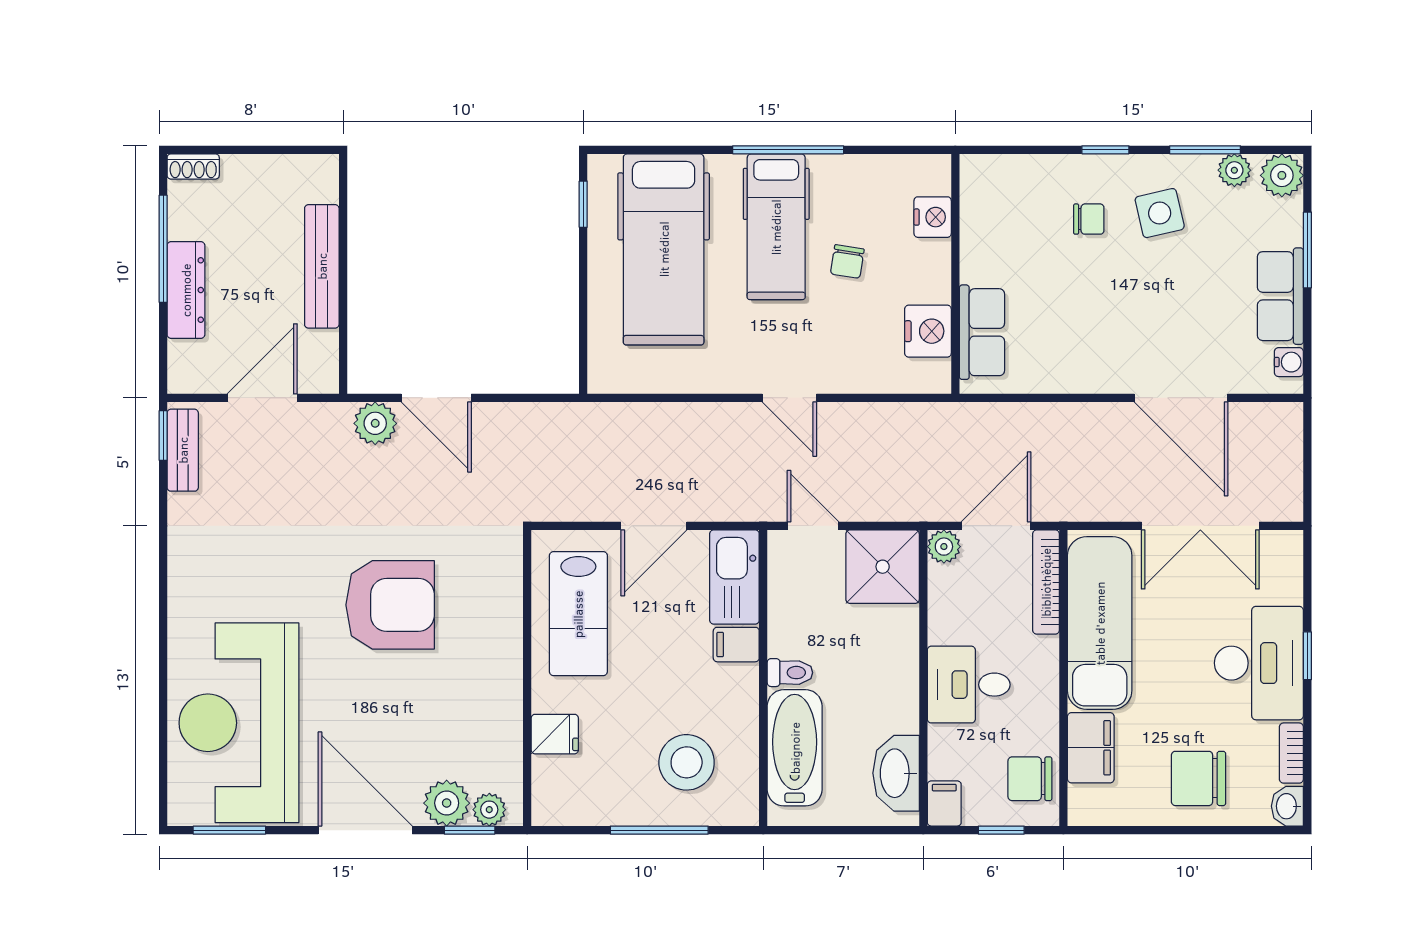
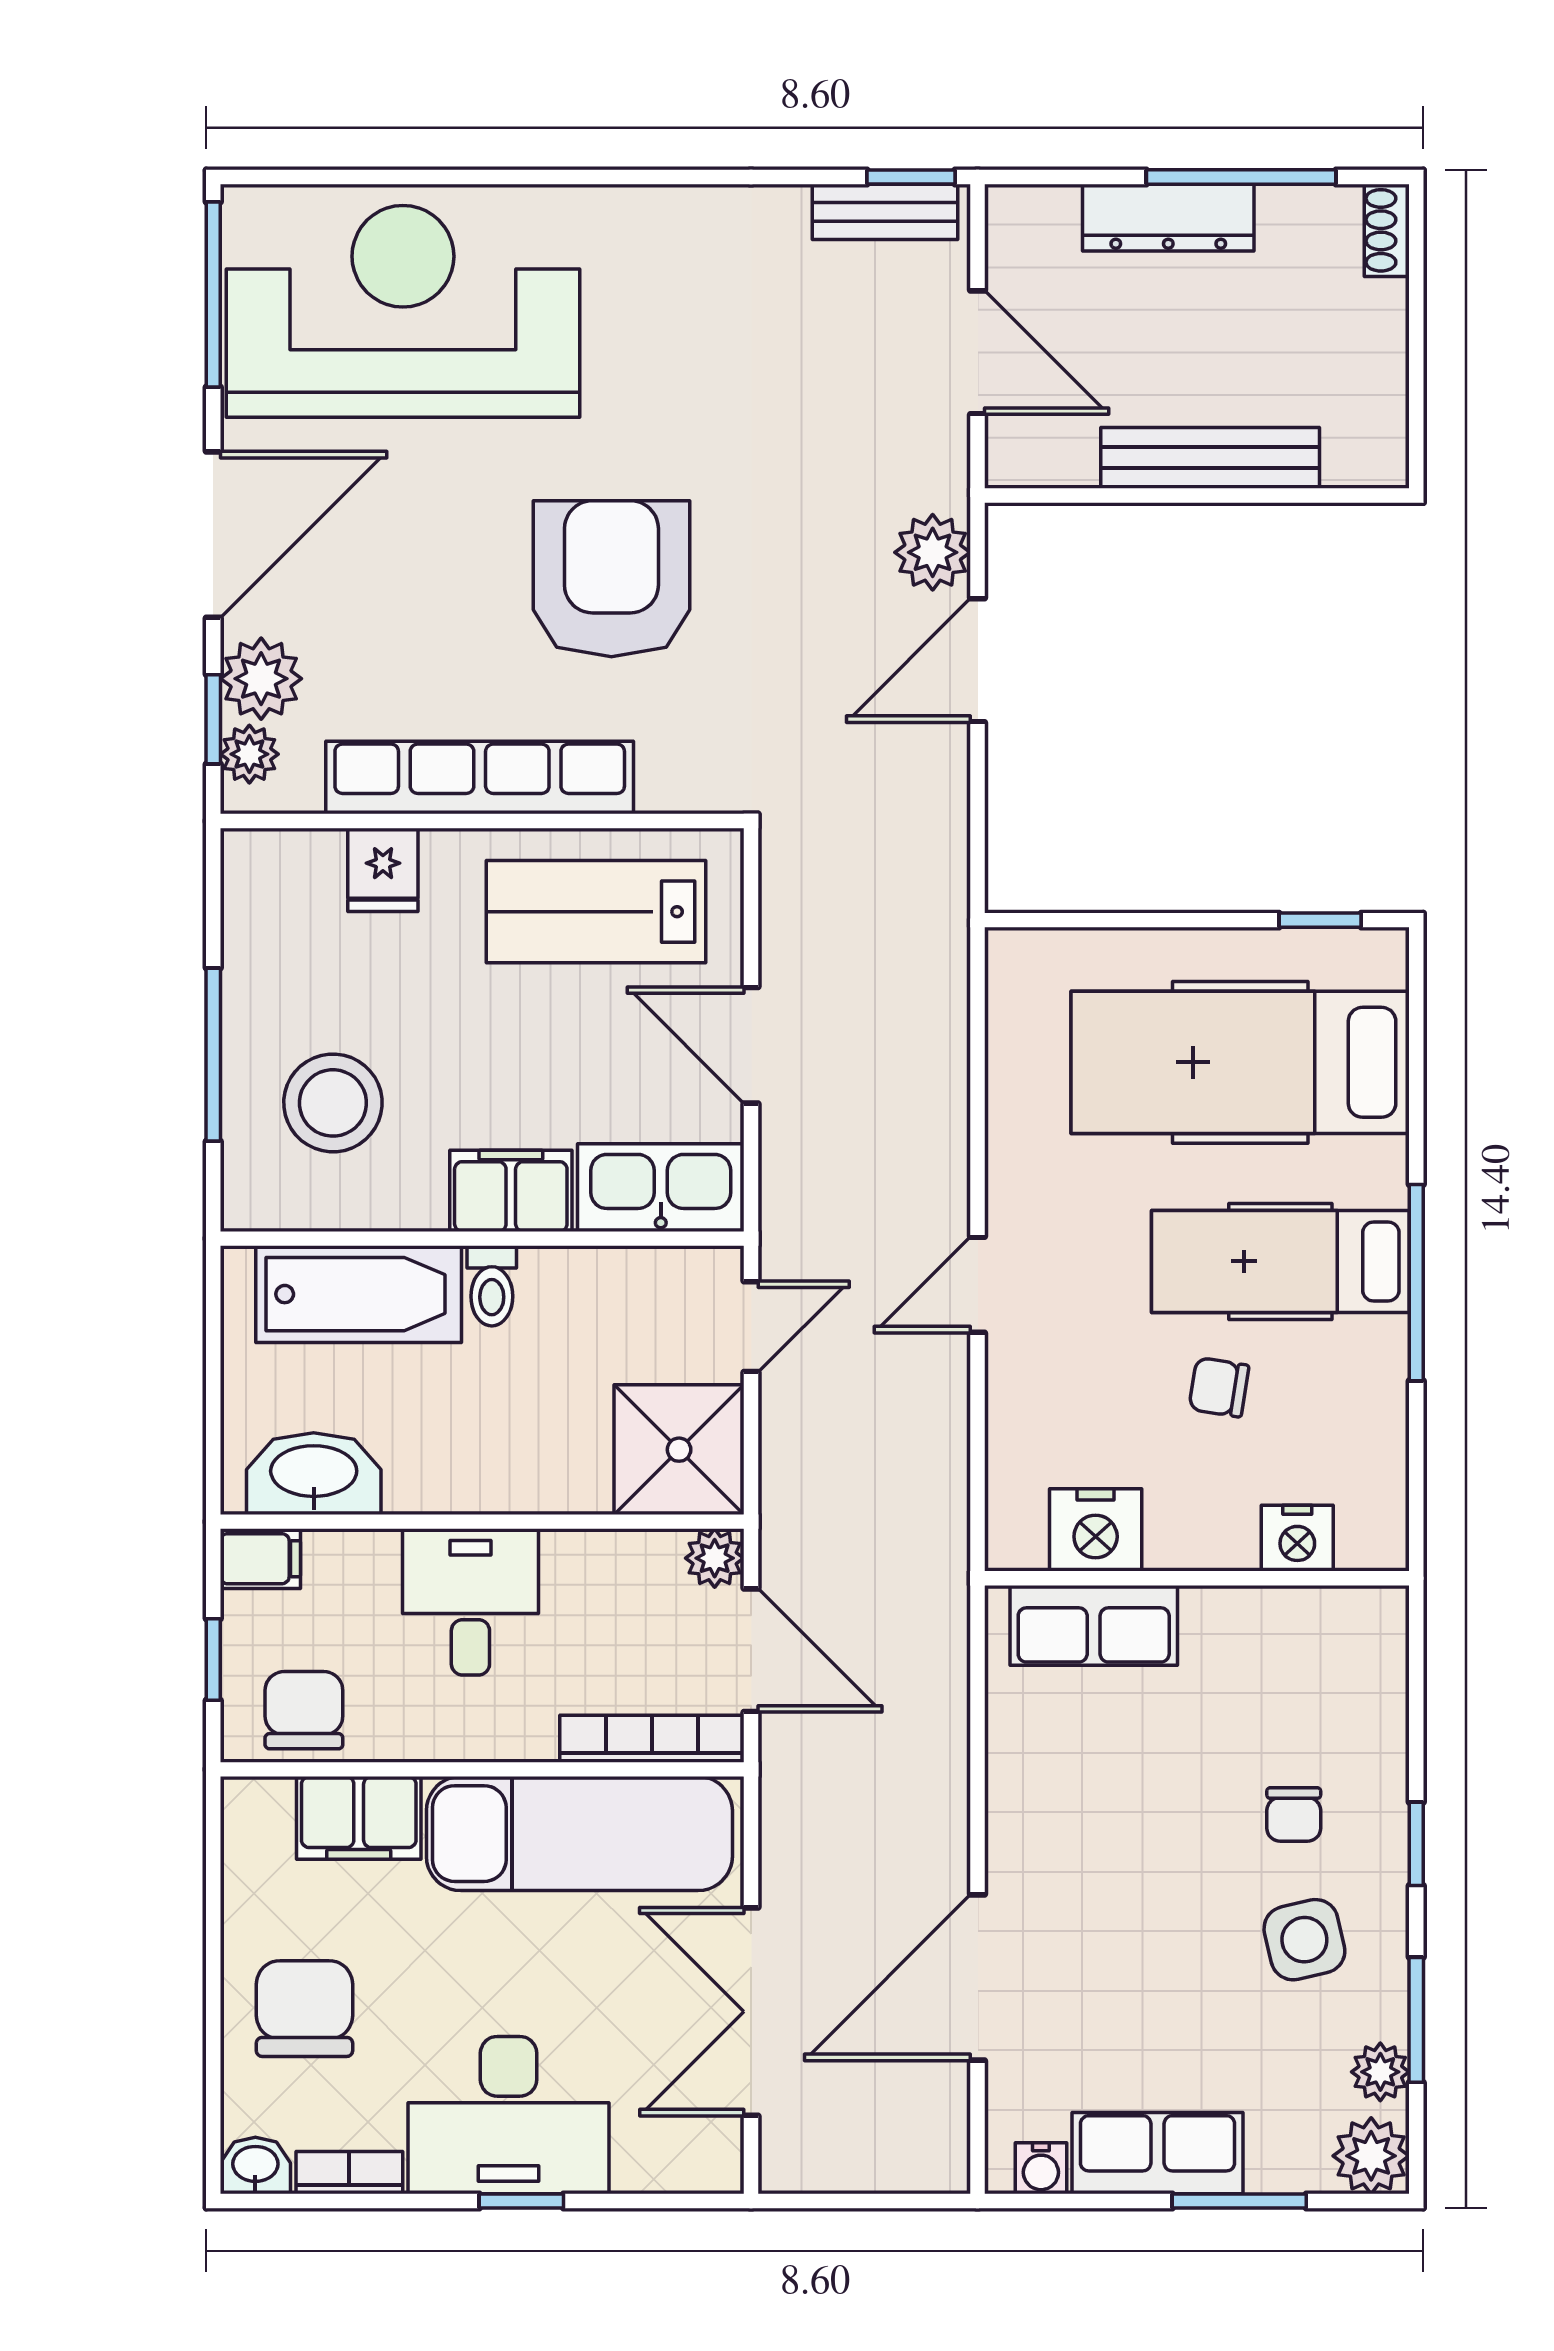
armchair: (390, 605) -> (611, 579), turned 180
filing cabinet: (736, 645) -> (511, 1191), width x2.00
row of seats: (503, 679) -> (480, 778), added
window: (229, 830) -> (213, 294), width x1.44

